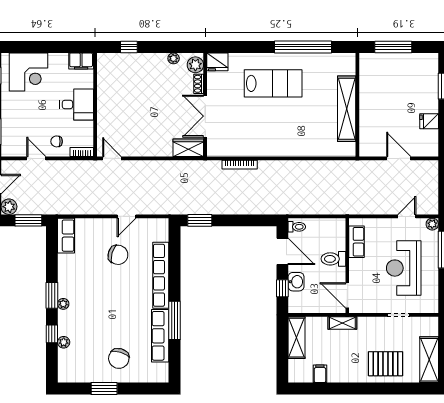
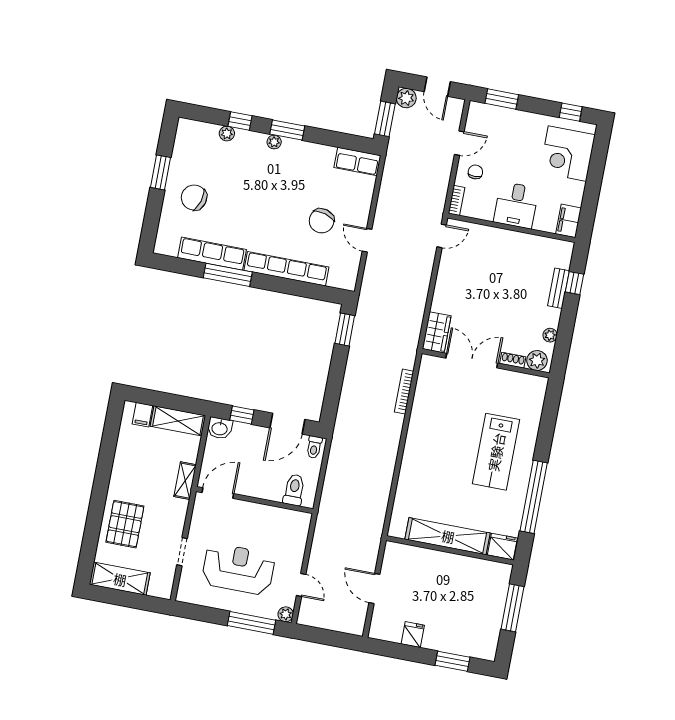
bench: (135, 59) -> (559, 288), added
fridge: (217, 62) -> (502, 547), moved, turned 90
door: (399, 158) -> (374, 589), swing flipped
row of seats: (357, 242) -> (282, 517), removed
toilet: (333, 259) -> (294, 490), moved
washbasin: (296, 282) -> (220, 428), moved
filing cabinet: (320, 374) -> (142, 415), moved, turned 90

